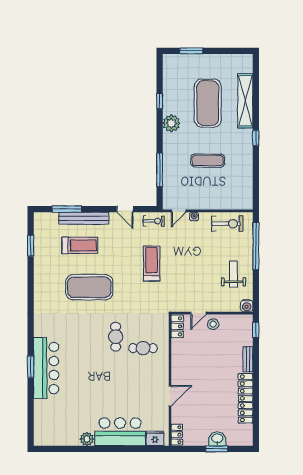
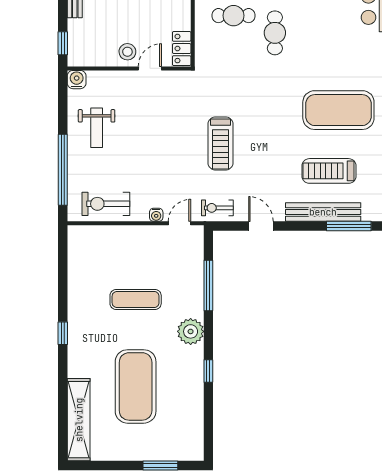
window: (160, 101) -> (208, 371), moved
shelving: (245, 101) -> (79, 420), moved
plant: (171, 123) -> (191, 331), moved
exercise mat: (89, 287) -> (338, 110), moved

